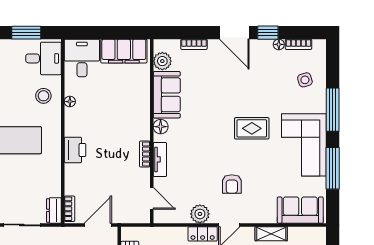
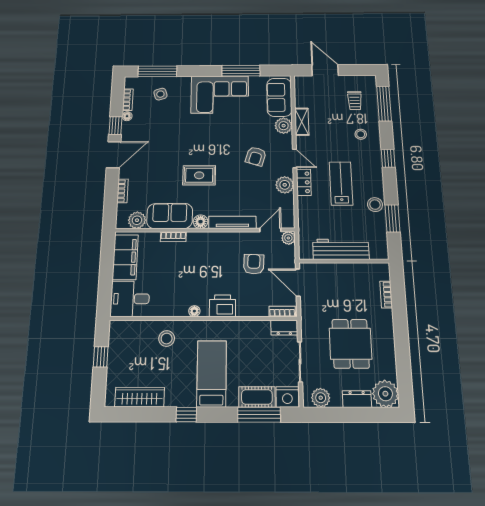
window: (26, 33) -> (101, 357), width x0.67
desk: (44, 58) -> (128, 339), removed
floor lamp: (70, 102) -> (194, 311), moved
window: (333, 110) -> (157, 71), moved
rug: (252, 128) -> (199, 175), moved, turned 90
bookcase: (145, 154) -> (173, 237), moved
tv unit: (160, 159) -> (232, 222), width x1.41
armchair: (116, 181) -> (254, 264), added
armchair: (232, 184) -> (256, 156), turned 107
plant: (267, 214) -> (284, 126), added
plant: (143, 216) -> (288, 238), added

